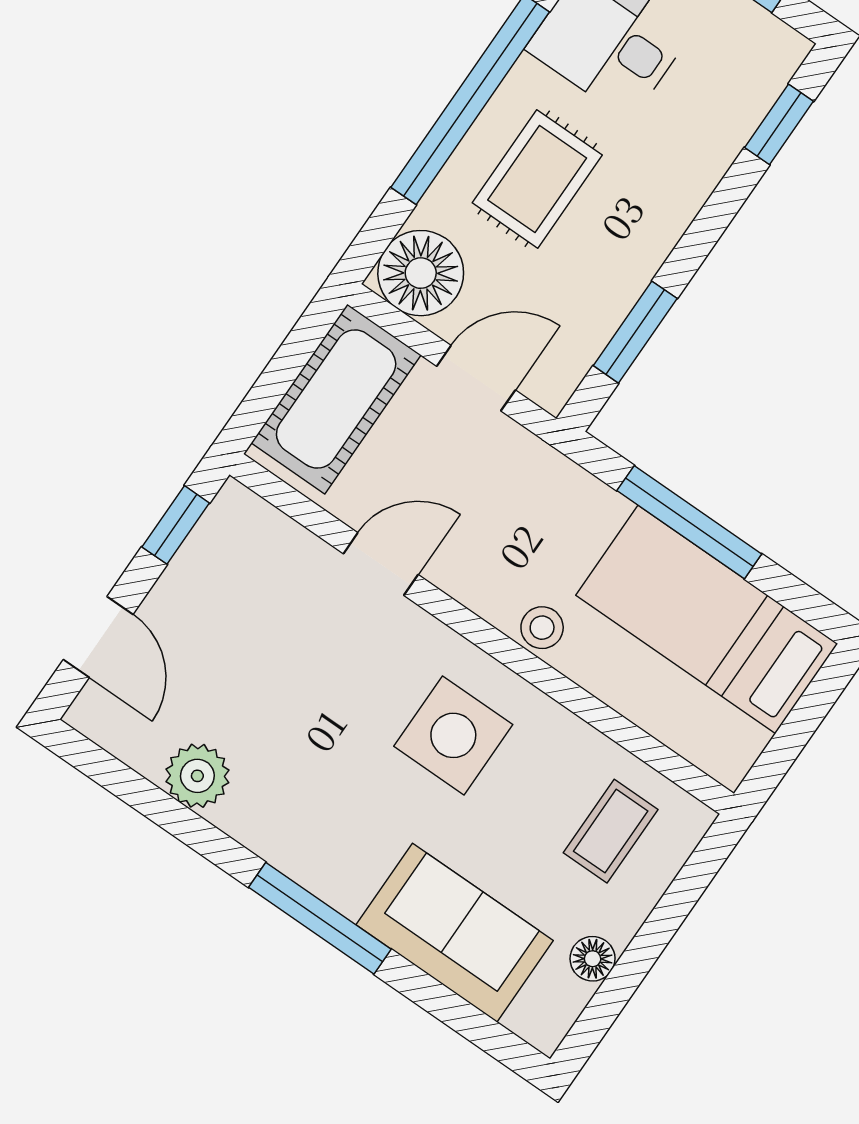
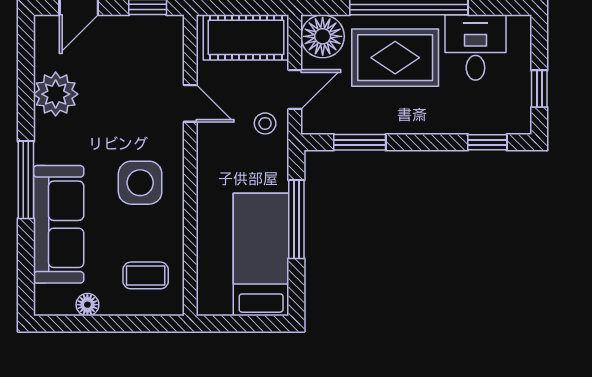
rug: (537, 179) -> (395, 58), width x1.36, depth x1.43
door: (476, 378) -> (295, 89), hinge flipped
stool: (542, 628) -> (265, 123), moved
plant: (197, 776) -> (56, 94), width x1.36, depth x1.36
sofa: (455, 933) -> (59, 224), width x1.36

